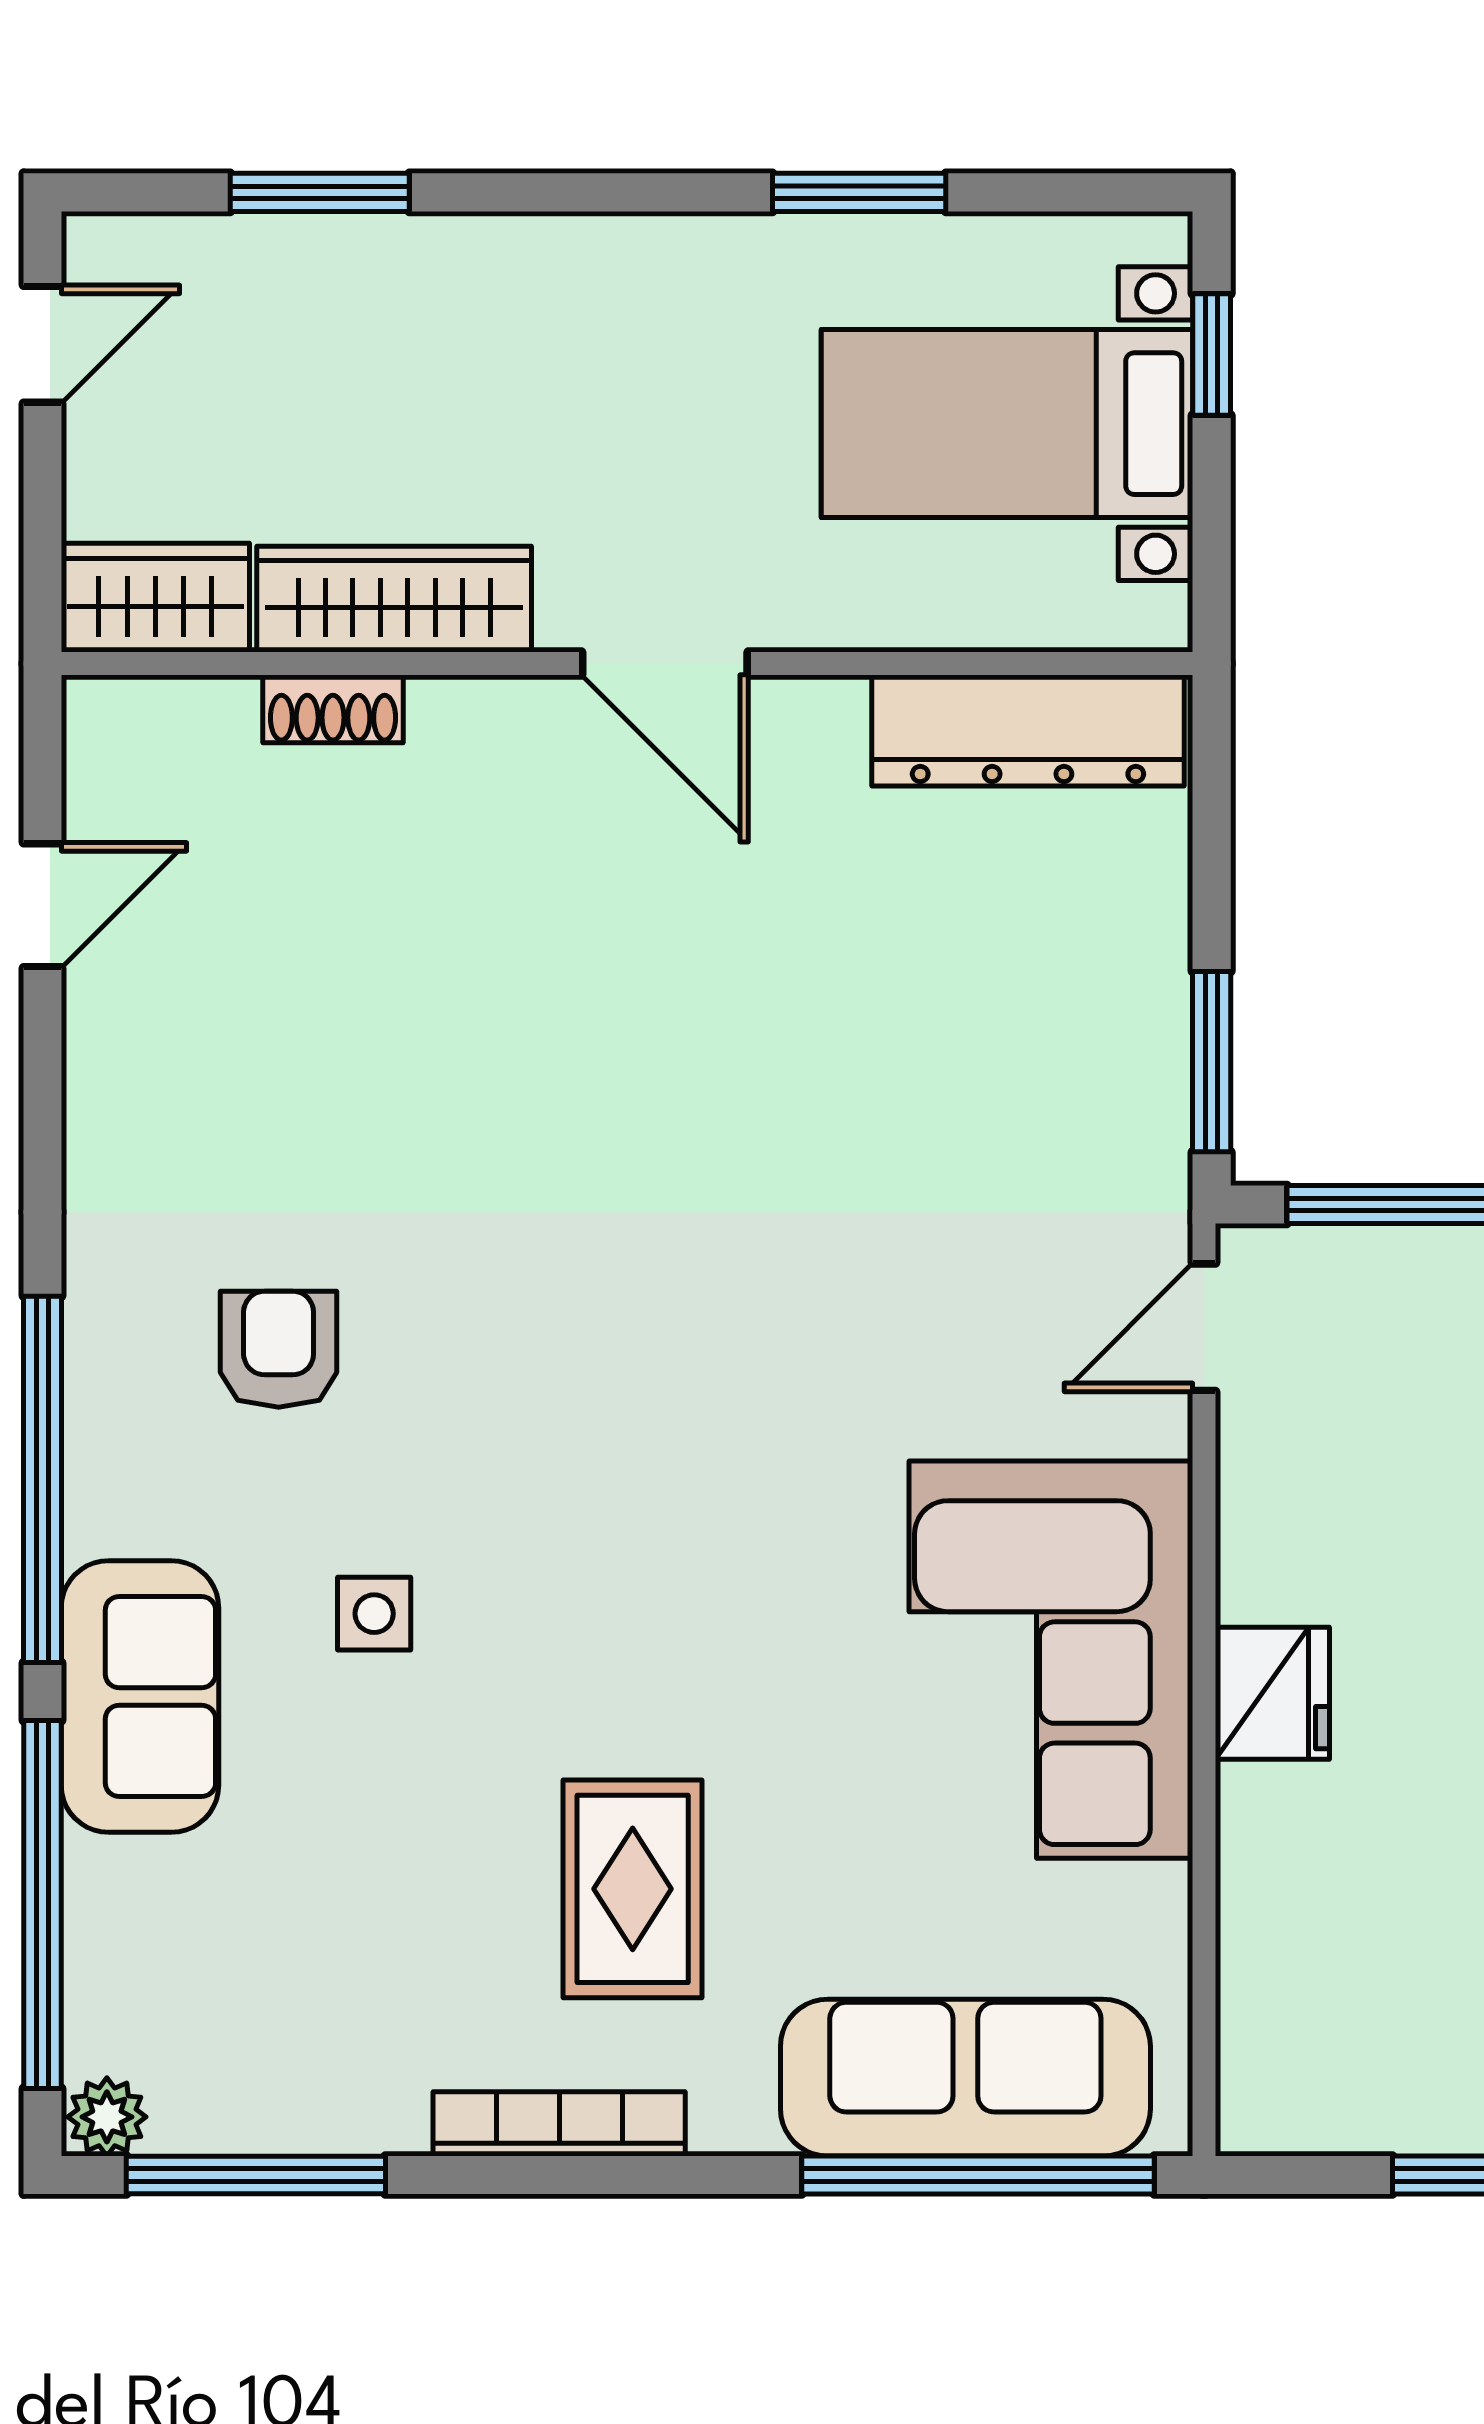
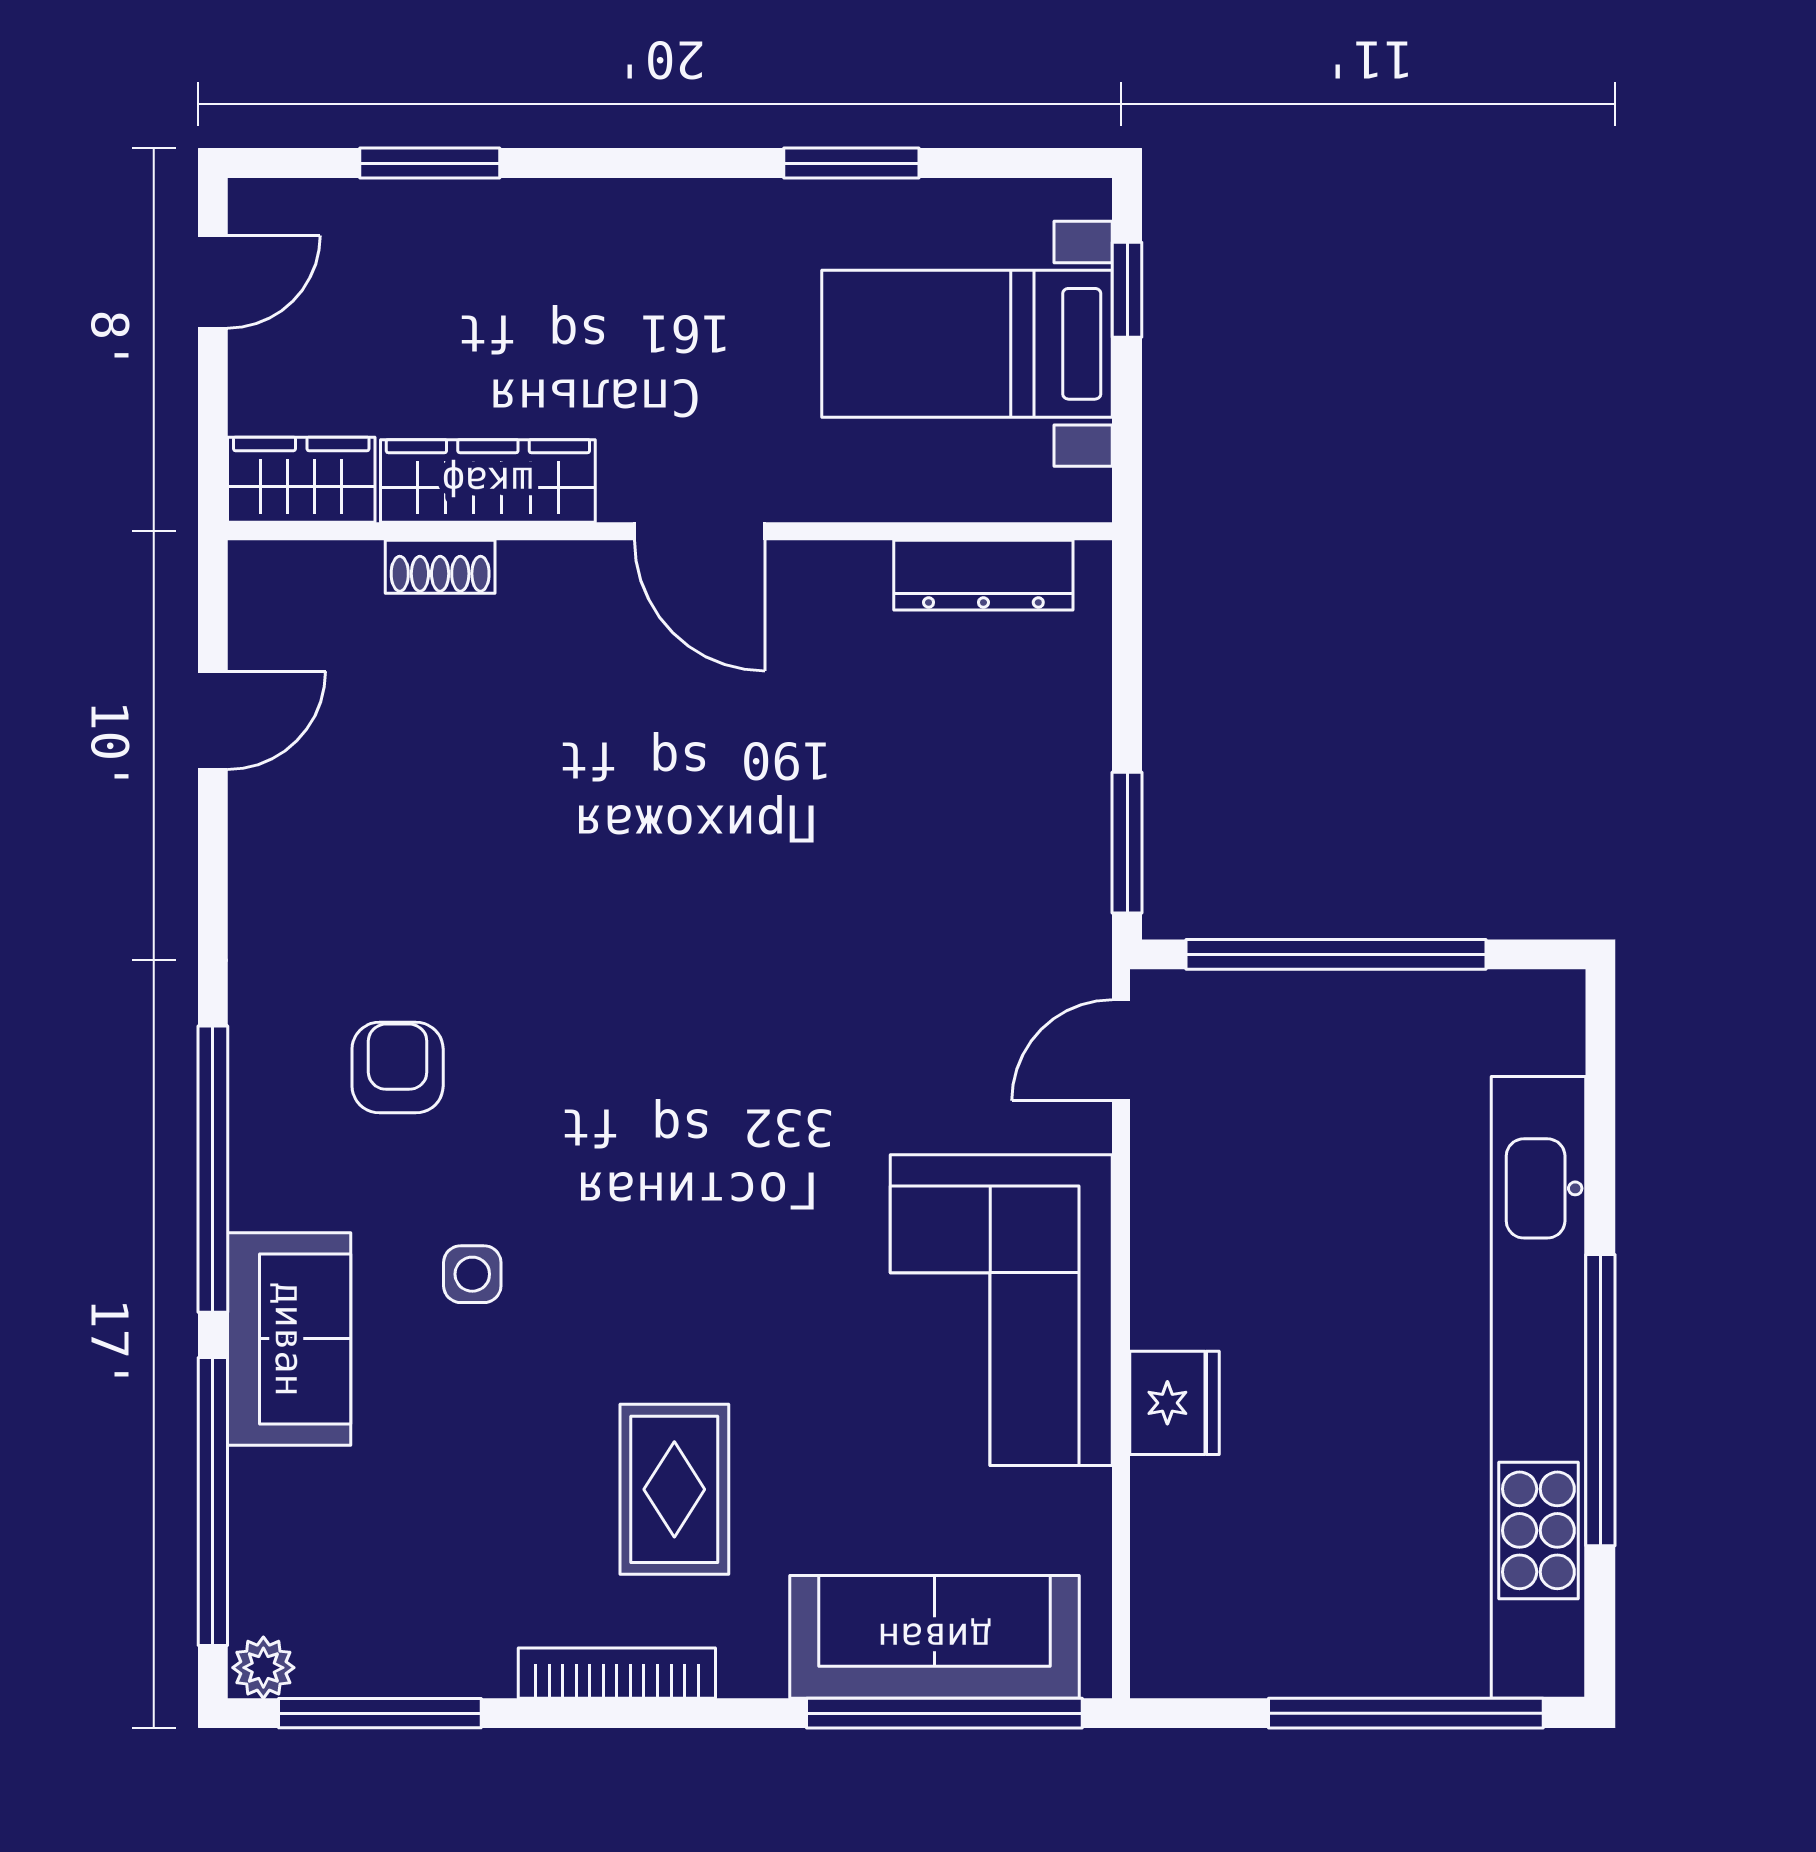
dresser: (1028, 731) -> (983, 575), width x0.73, depth x0.80
fridge: (1272, 1693) -> (1175, 1403), moved

